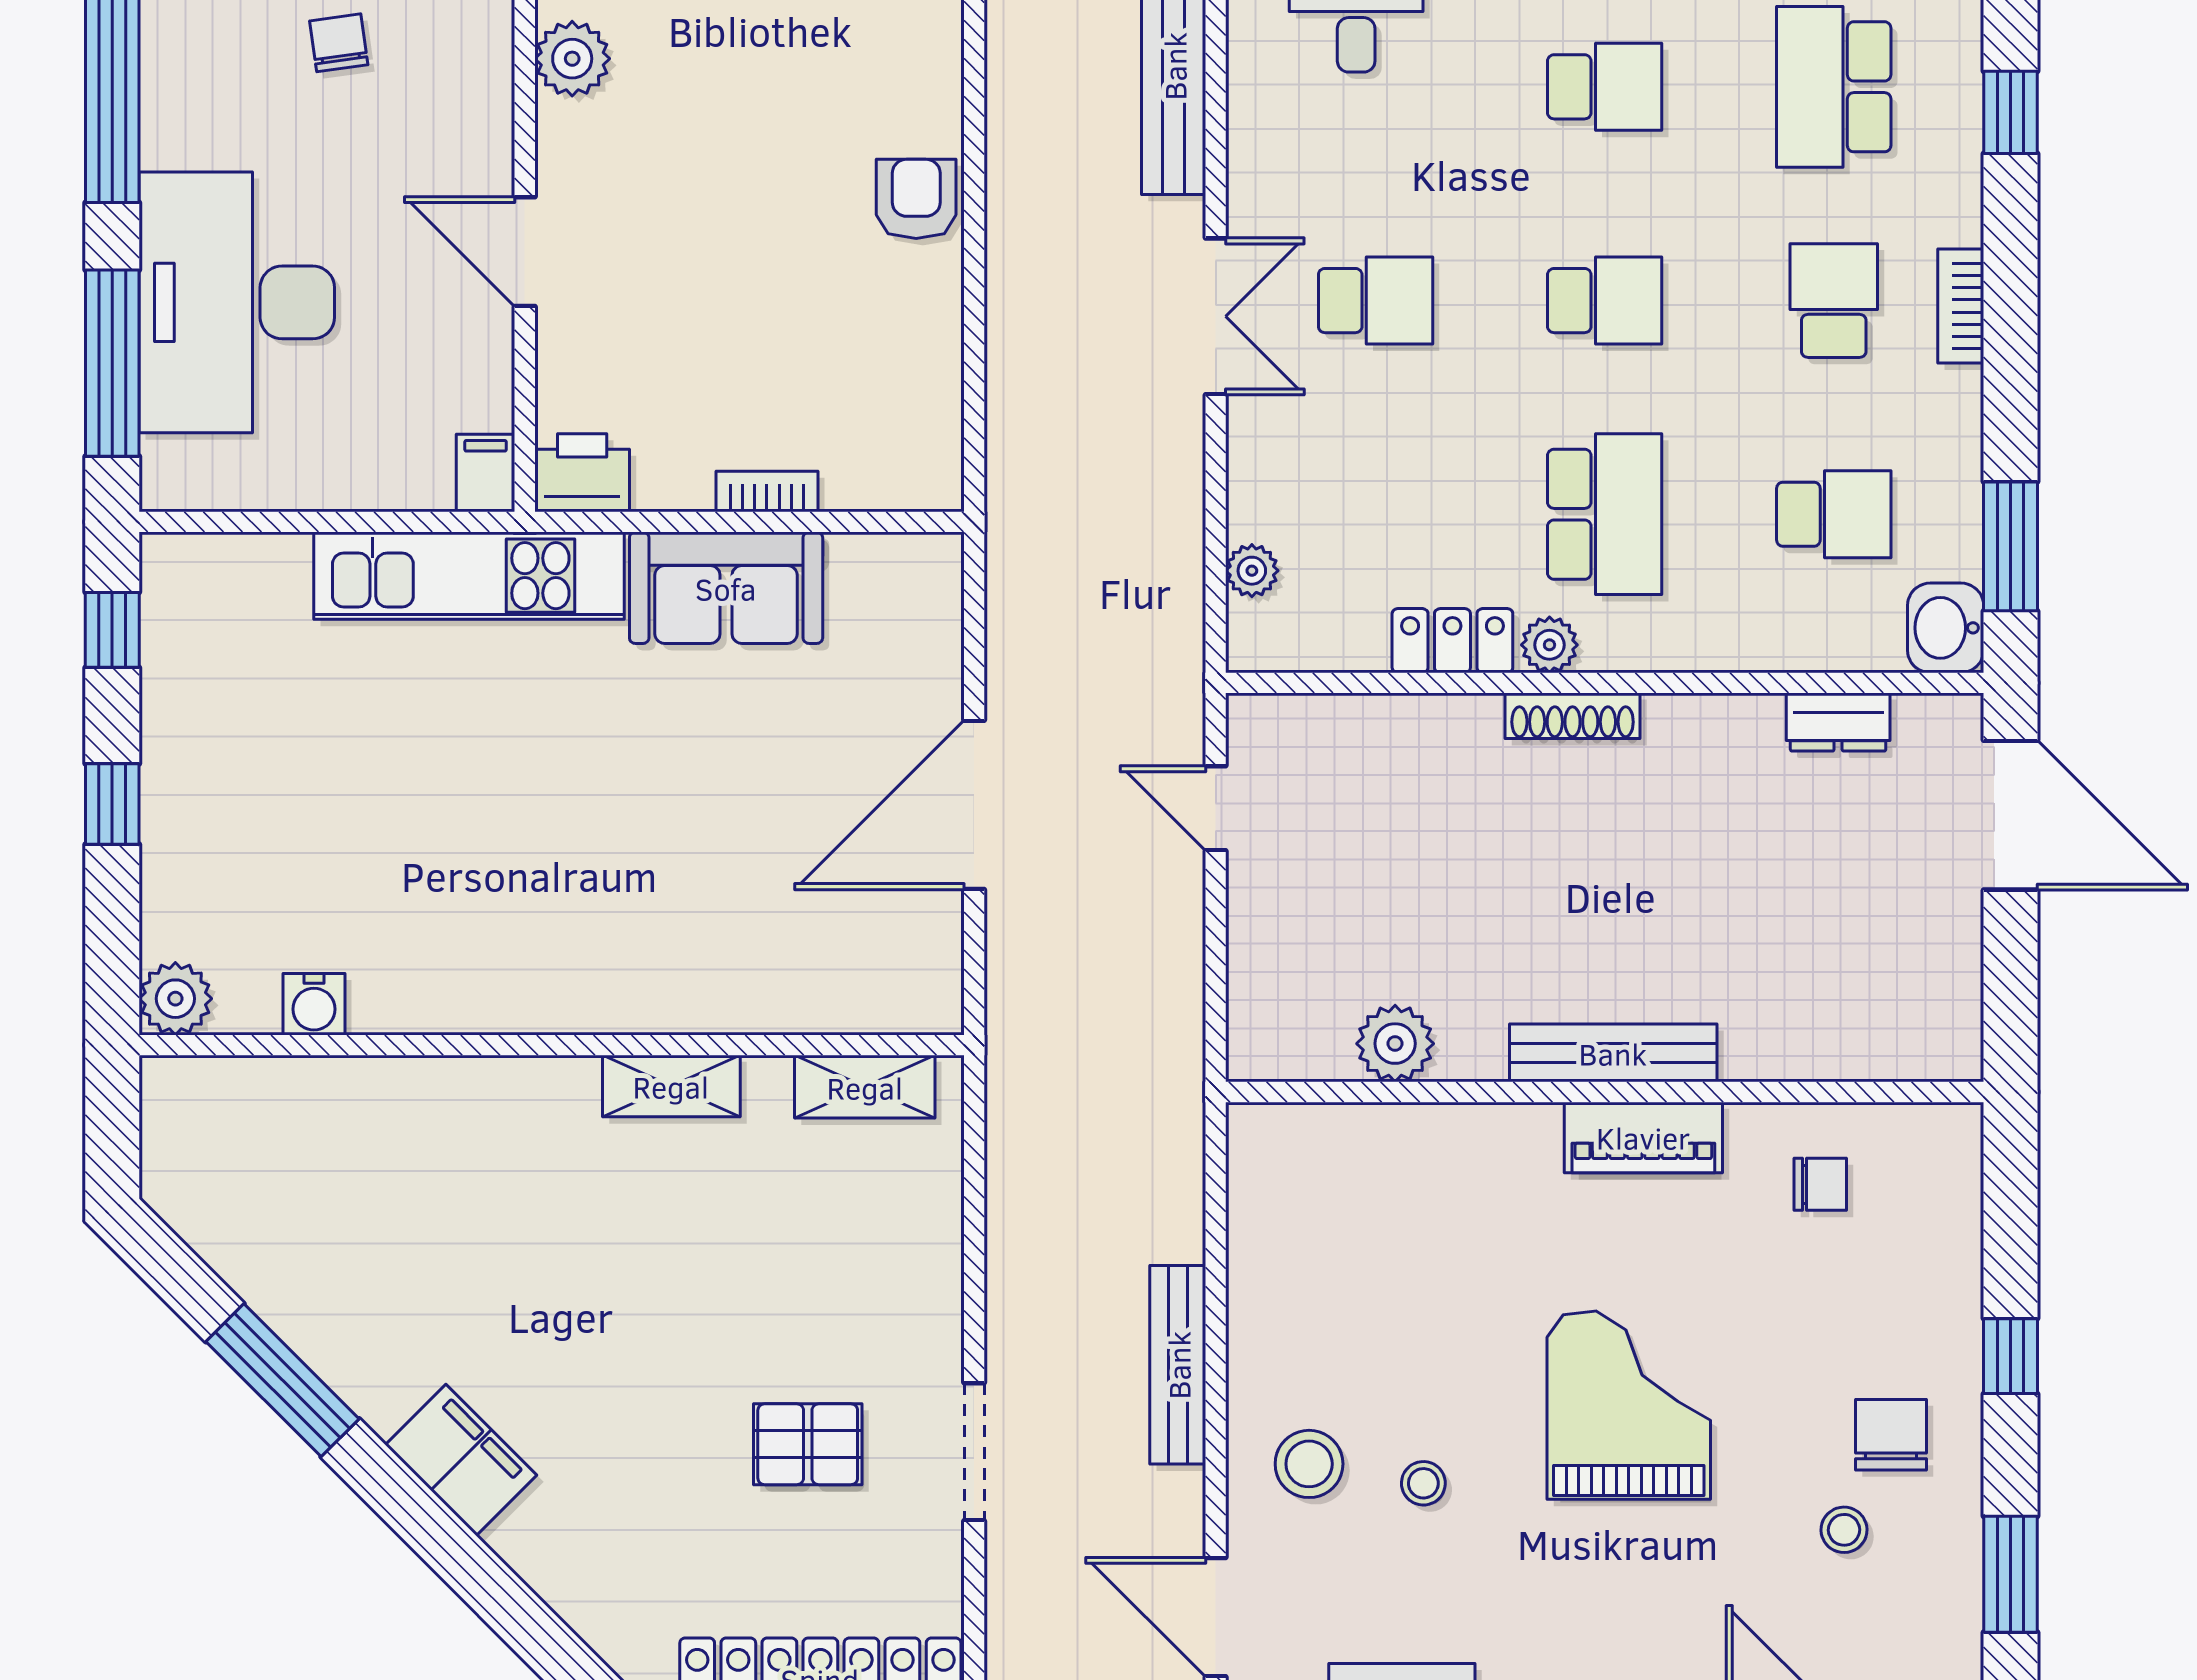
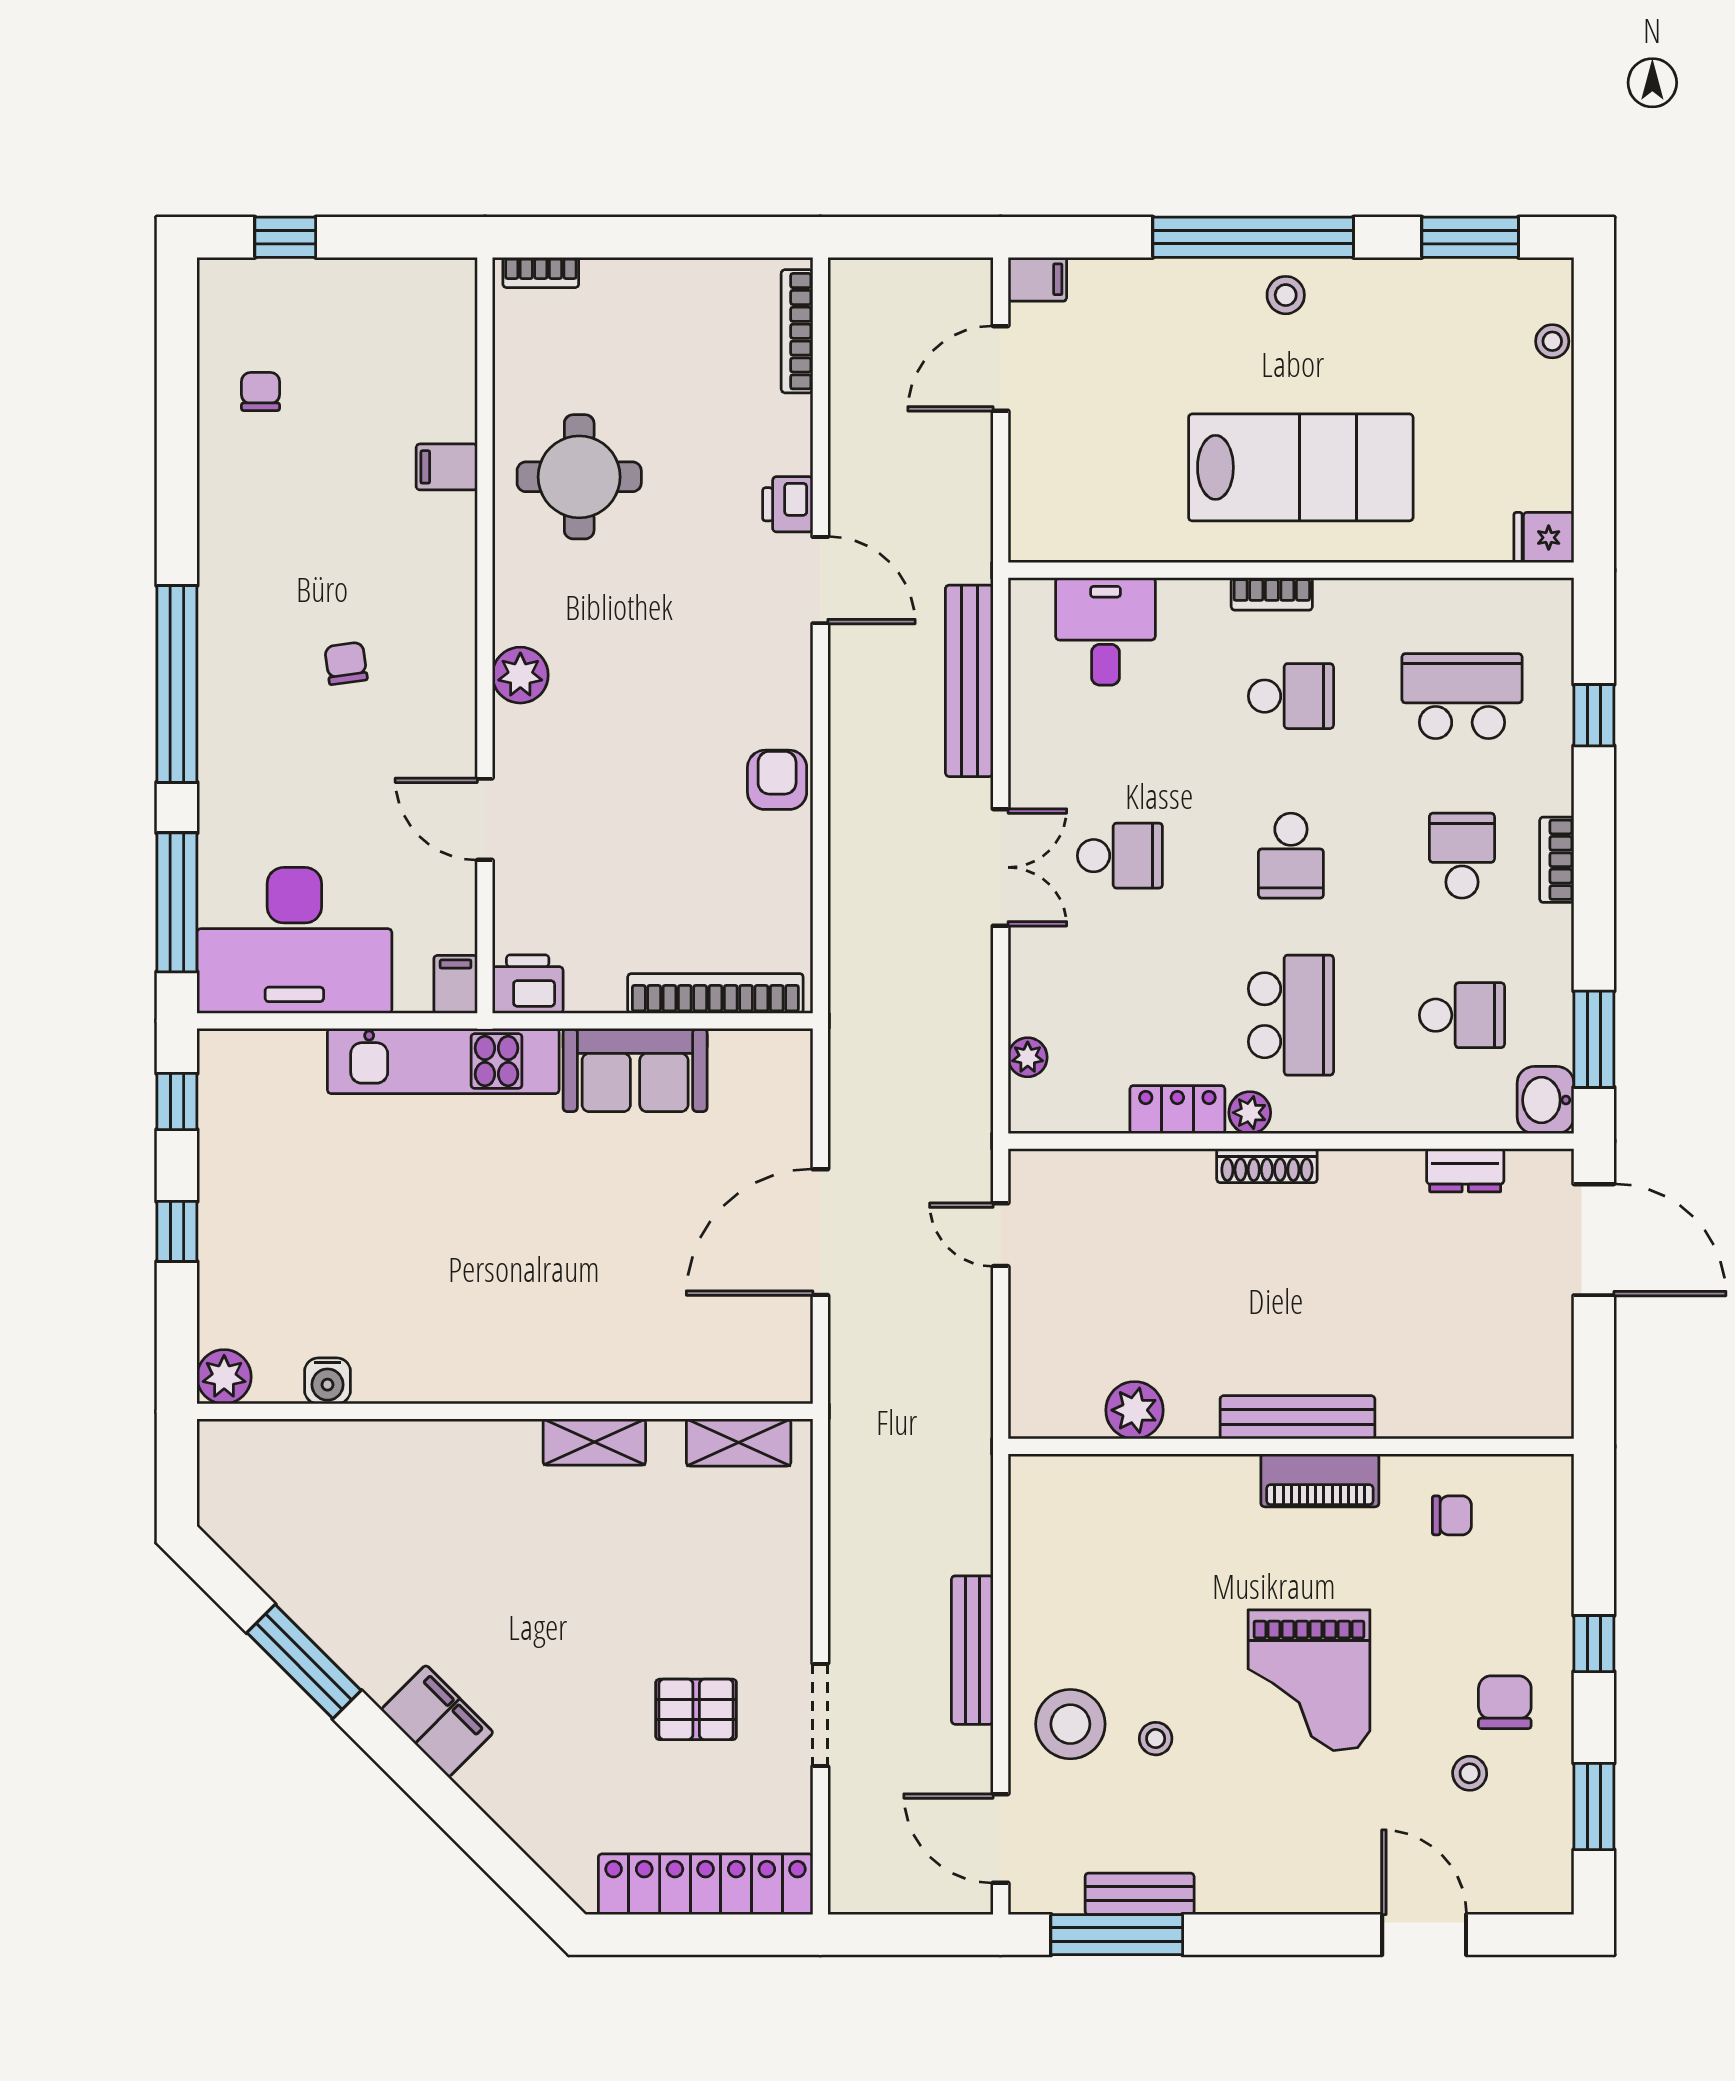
school desk: (1834, 87) -> (1462, 696), turned 90
school desk: (1605, 301) -> (1291, 856), turned 90
desk: (237, 302) -> (294, 940), moved, turned -90
bookcase: (767, 491) -> (715, 993), width x2.31, depth x1.31
grand piano: (1629, 1405) -> (1309, 1680), turned 180
stool: (1309, 1464) -> (1070, 1724), width x1.38, depth x1.38

